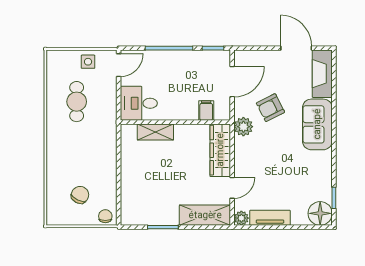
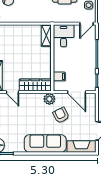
door: (119, 65) -> (87, 24), hinge flipped
sofa: (317, 124) -> (45, 144), width x1.36
shelving: (155, 132) -> (46, 36), moved

